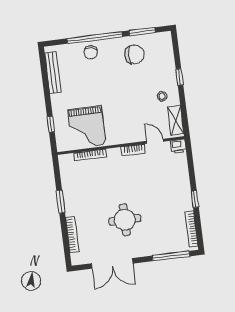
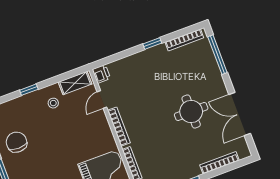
bookcase: (133, 150) -> (119, 127), width x1.56
double door: (112, 263) -> (240, 114), swing flipped

